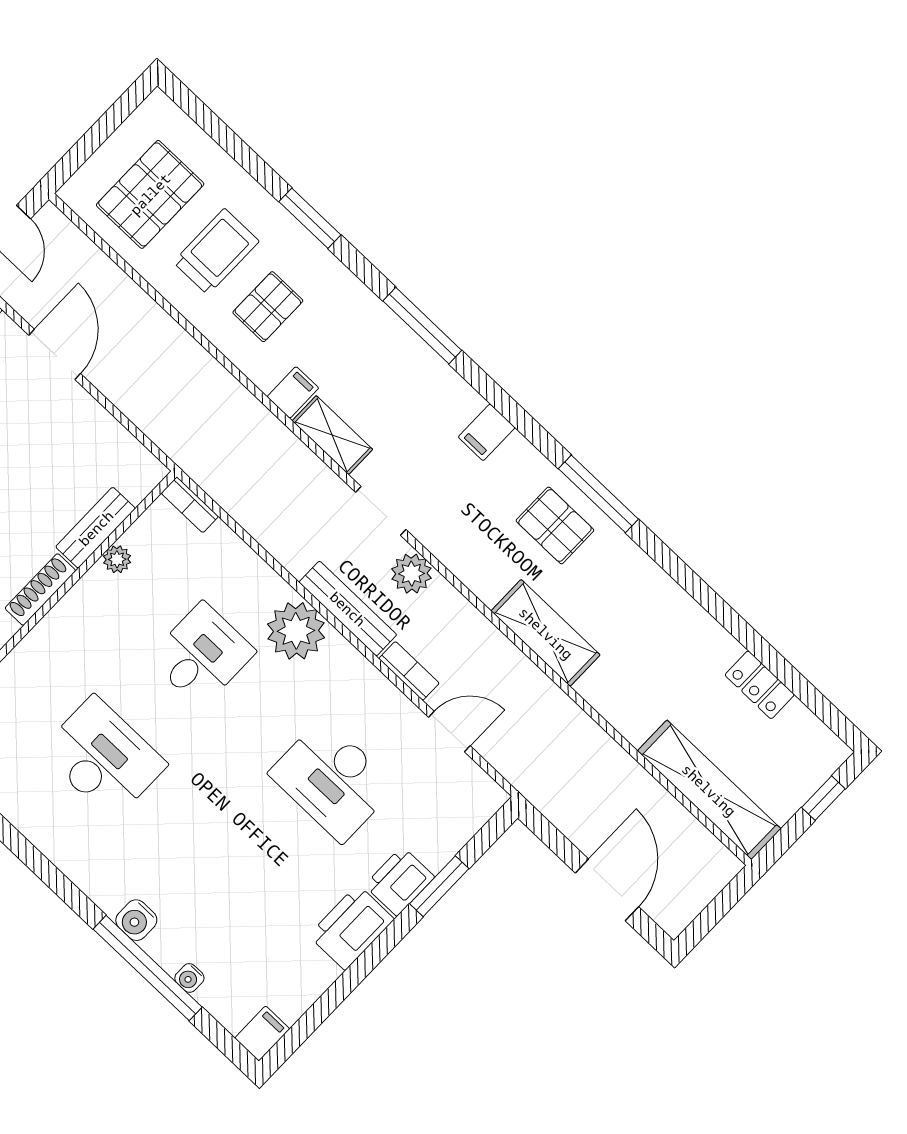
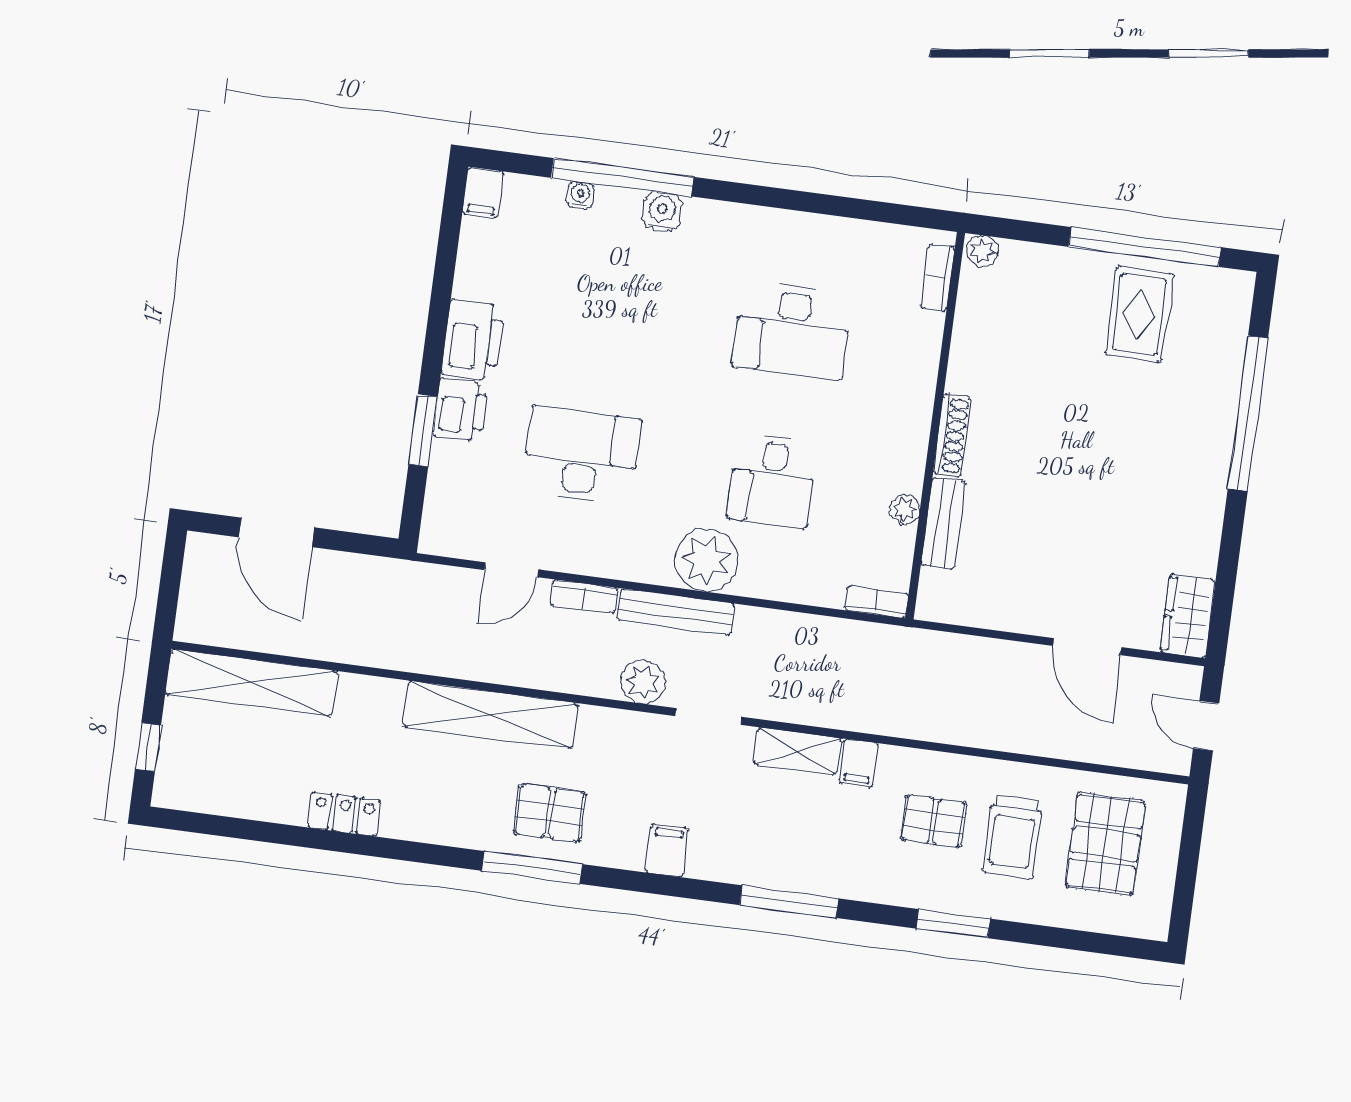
pallet: (268, 307) -> (934, 821), turned 90
shelving: (546, 633) -> (490, 715), width x1.47
locker: (760, 685) -> (344, 814), moved

